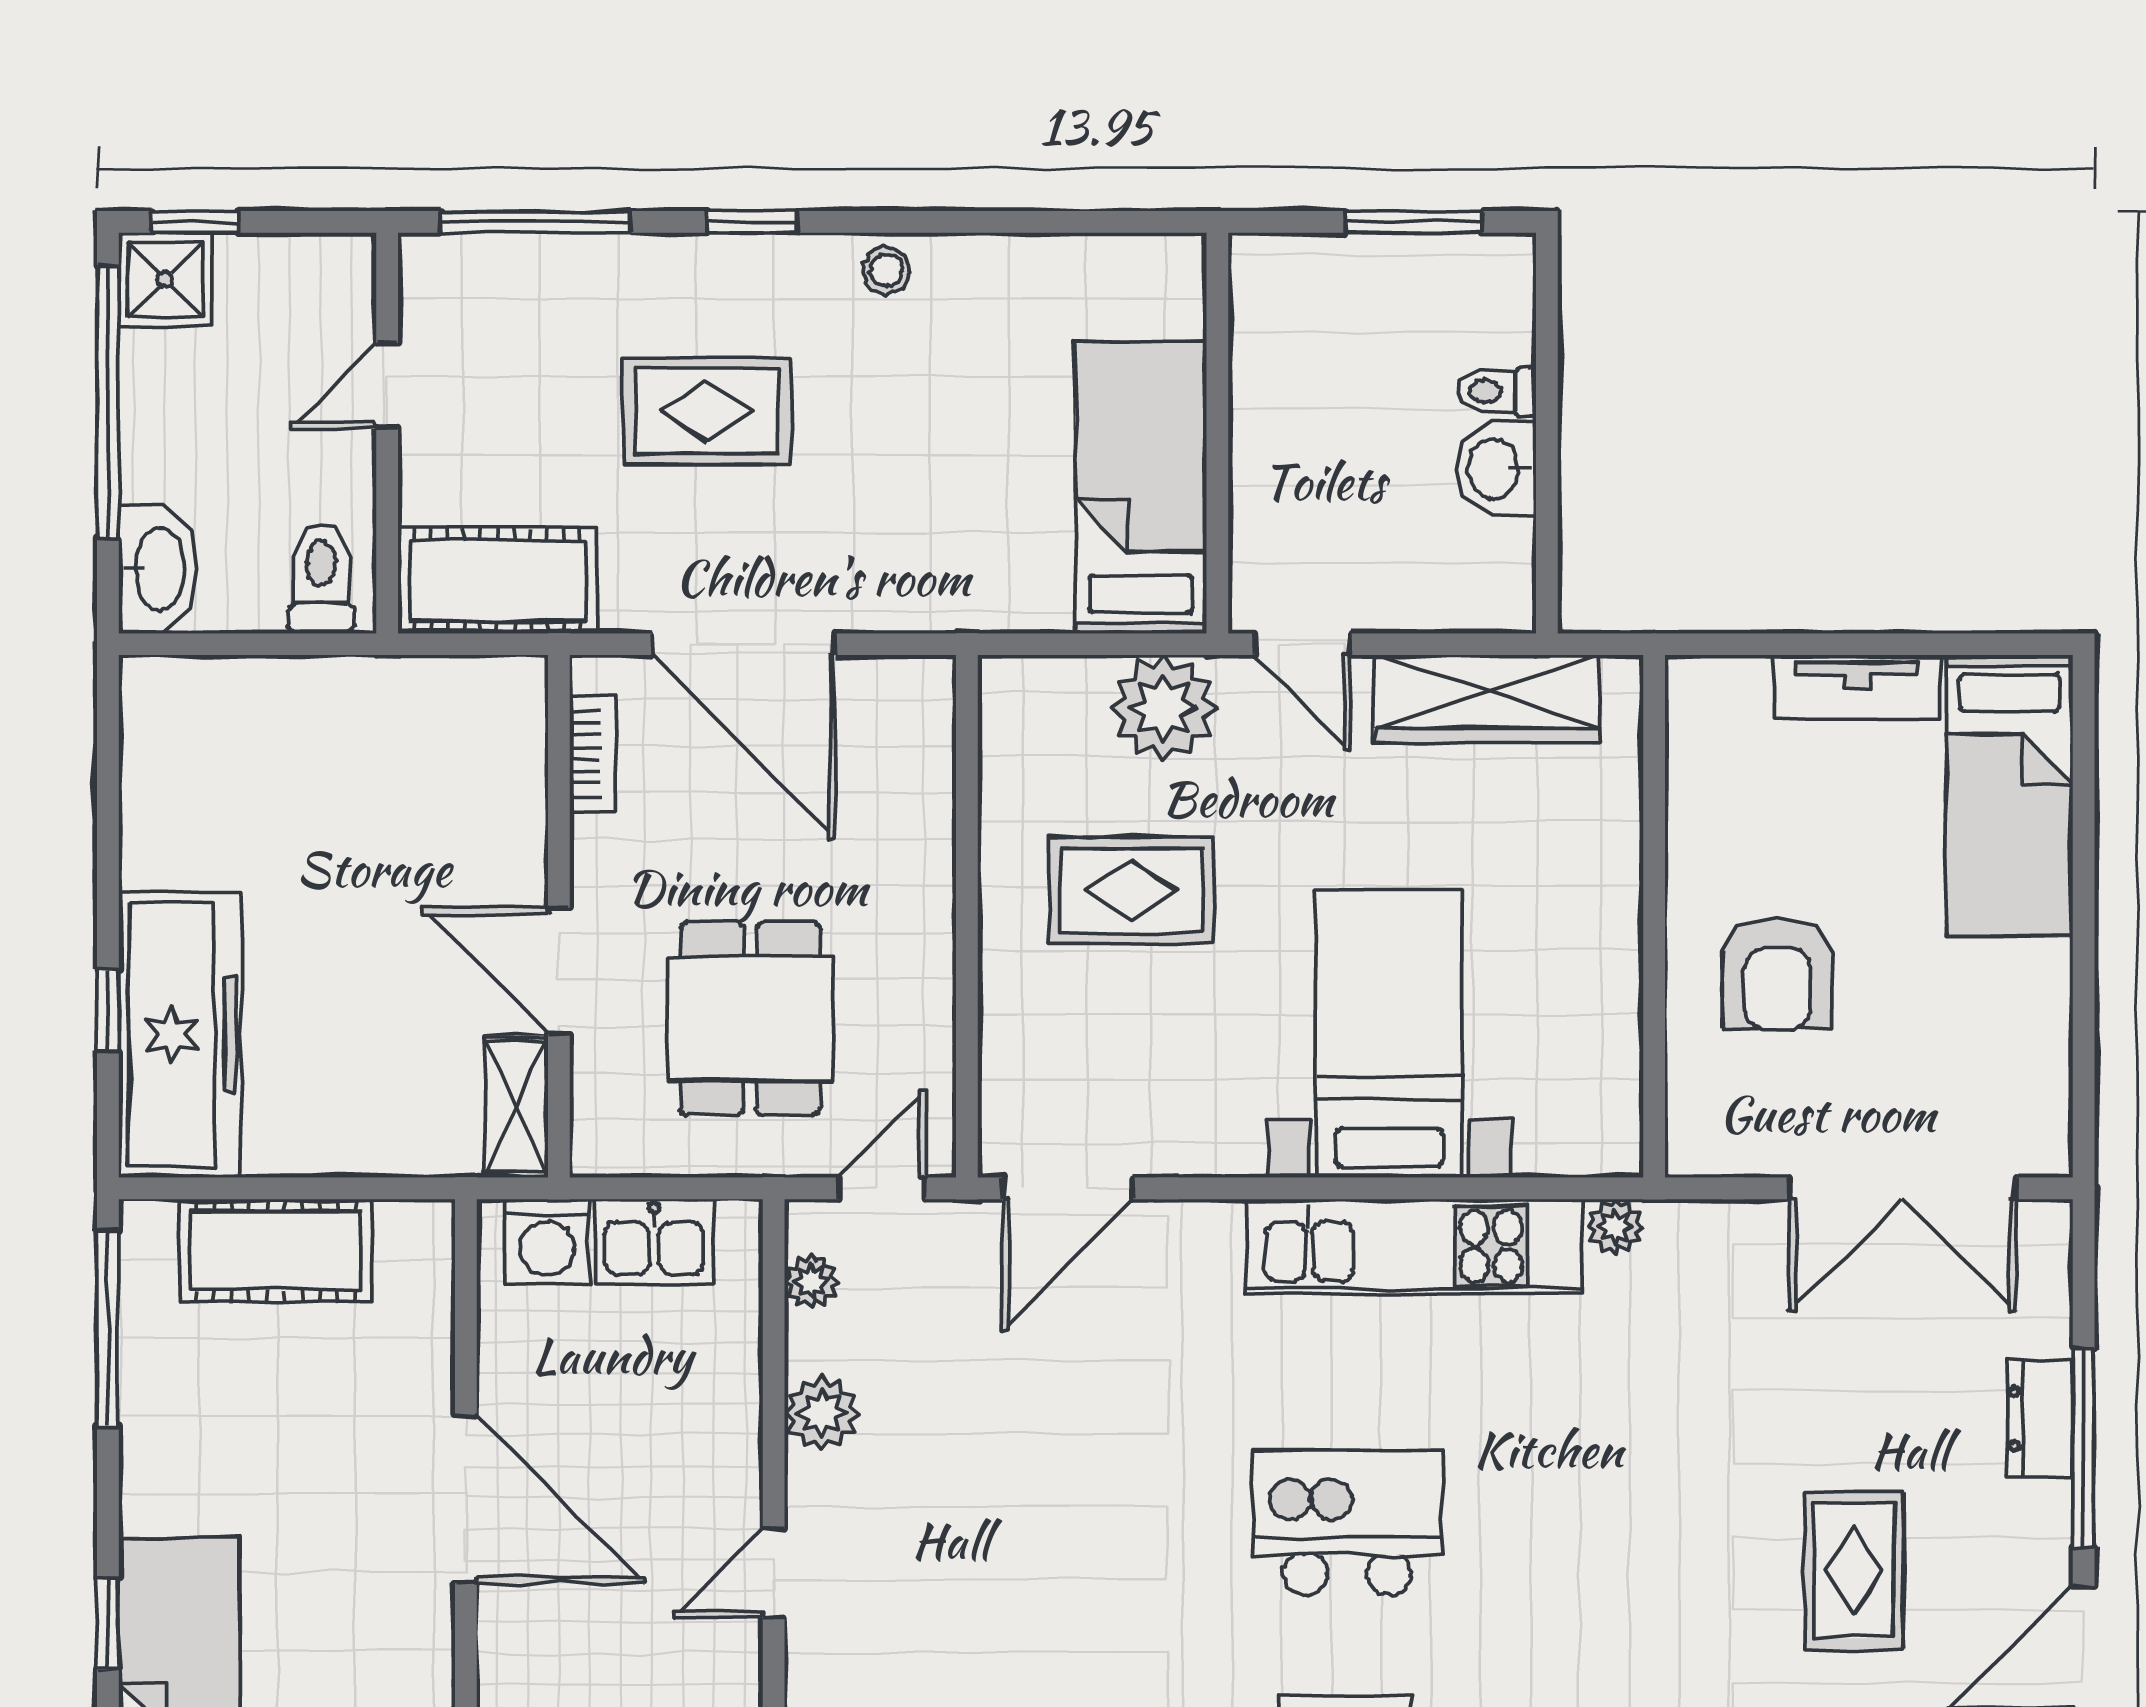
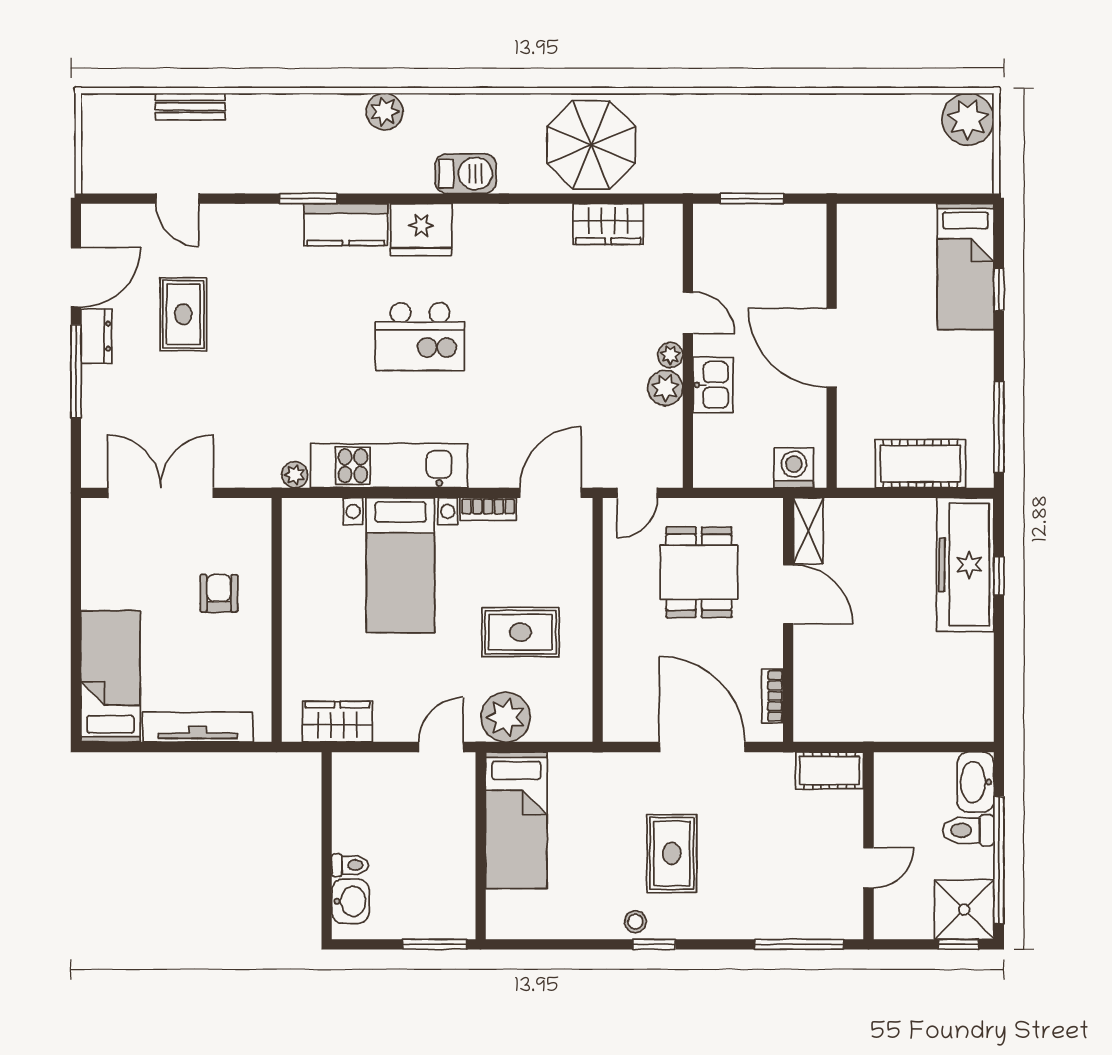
window: (752, 222) -> (654, 944), moved
window: (1414, 222) -> (435, 944), moved
shower: (165, 279) -> (964, 910), width x1.36, depth x1.36
rug: (707, 411) -> (672, 853), moved, turned 90
washbasin: (1496, 469) -> (350, 901), moved
toilet: (321, 579) -> (968, 830), moved, turned 90
cot: (497, 581) -> (829, 770), width x0.73, depth x0.75
door: (1302, 644) -> (441, 747), hinge flipped
tv unit: (1857, 687) -> (198, 727), width x1.41
wardrobe: (1487, 699) -> (337, 722), width x0.67
armchair: (1777, 973) -> (219, 593), width x0.72, depth x0.72
bookcase: (1201, 1154) -> (488, 509), added
kitchen sink: (654, 1242) -> (713, 385), moved, turned 90
plant: (811, 1281) -> (670, 355), moved
dresser: (2040, 1418) -> (96, 336), moved
door: (774, 1573) -> (688, 313), hinge flipped

